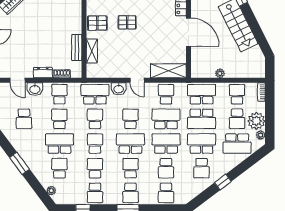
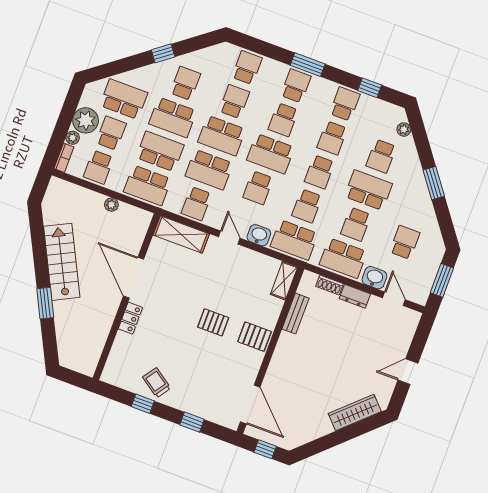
shelving: (92, 51) -> (284, 281), moved
school desk: (59, 94) -> (343, 258), width x1.85
plant: (261, 135) -> (73, 138), moved
school desk: (59, 144) -> (368, 190), turned 180

